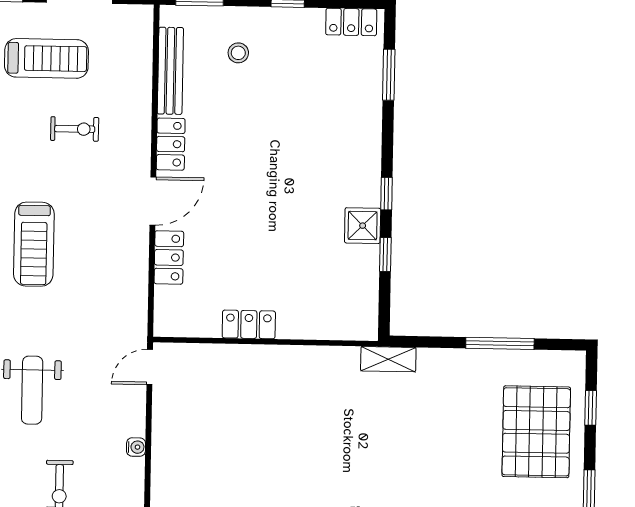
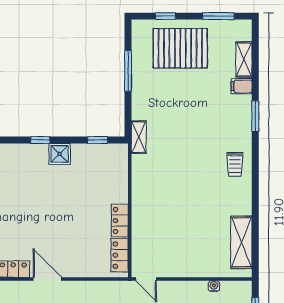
window: (385, 255) -> (98, 140), moved
locker: (169, 257) -> (120, 255), moved, turned -90
water cooler: (136, 447) -> (214, 286), moved

